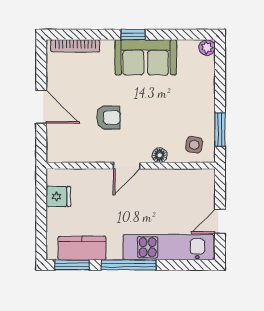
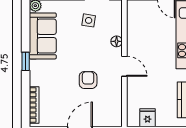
sofa: (146, 57) -> (43, 36), moved
side table: (194, 145) -> (89, 20), moved

